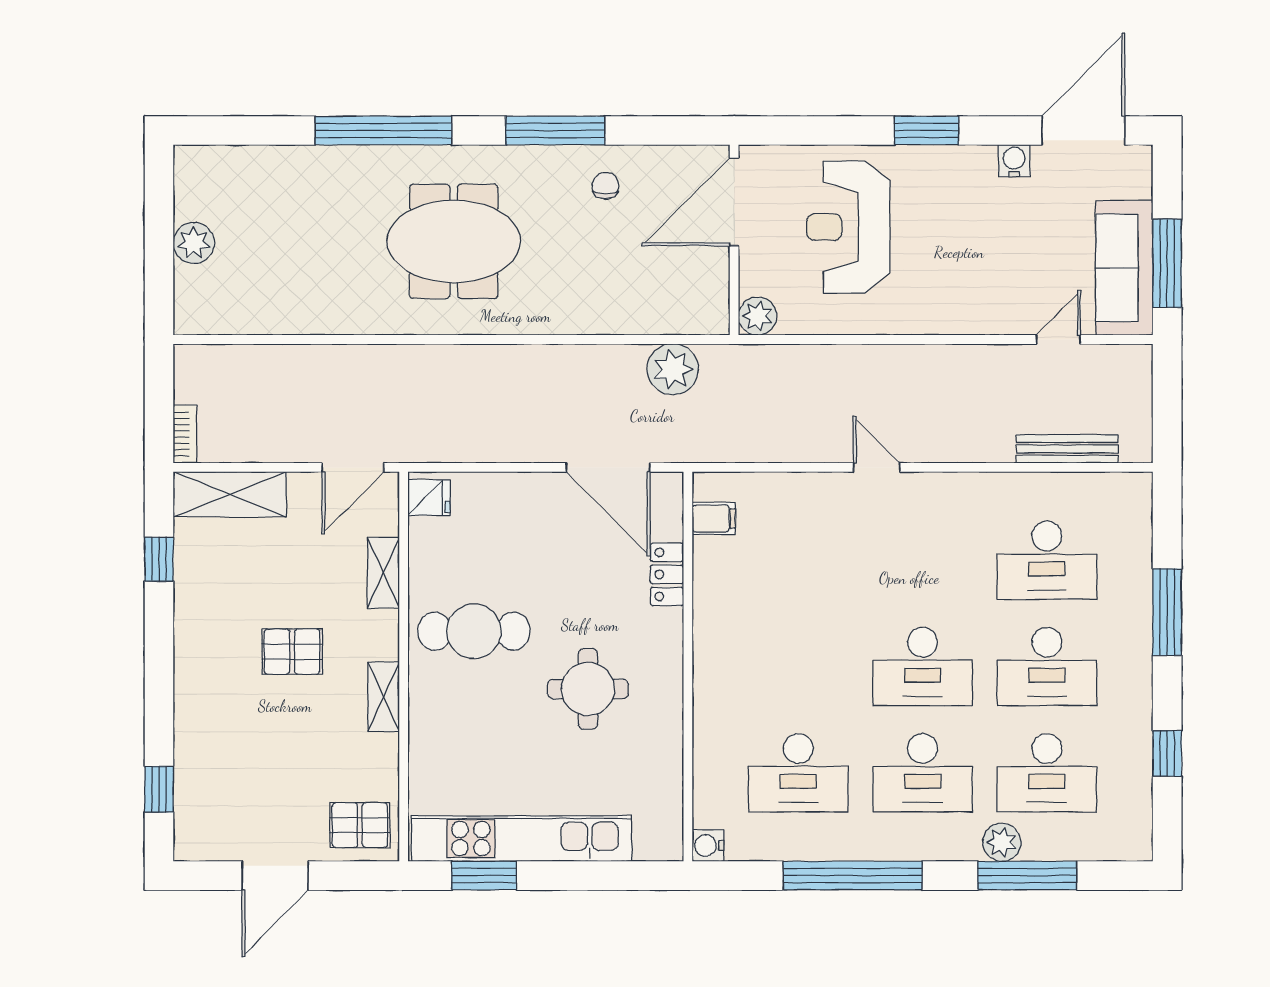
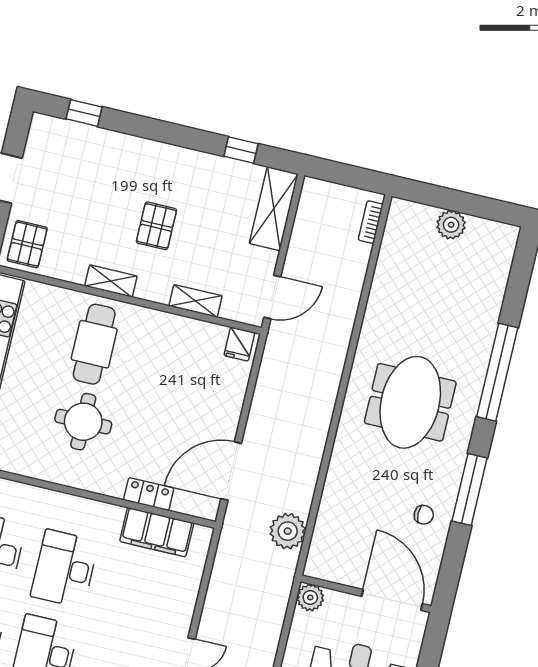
bookcase: (185, 434) -> (371, 222), moved, turned 90
door: (353, 467) -> (272, 297), swing flipped
filing cabinet: (714, 518) -> (157, 532), width x3.00, depth x1.17
cafe table: (474, 631) -> (94, 344), moved
desk: (798, 667) -> (65, 569), added

